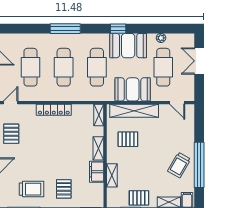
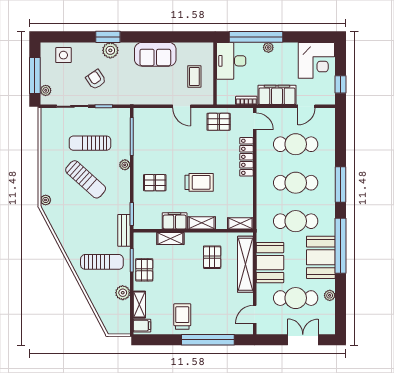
window: (118, 29) -> (340, 246), width x3.17
locker: (54, 110) -> (246, 157), moved
trolley: (179, 165) -> (182, 317), turned 60
window: (199, 165) -> (208, 340), moved
trolley: (31, 189) -> (199, 182), moved, turned -90

